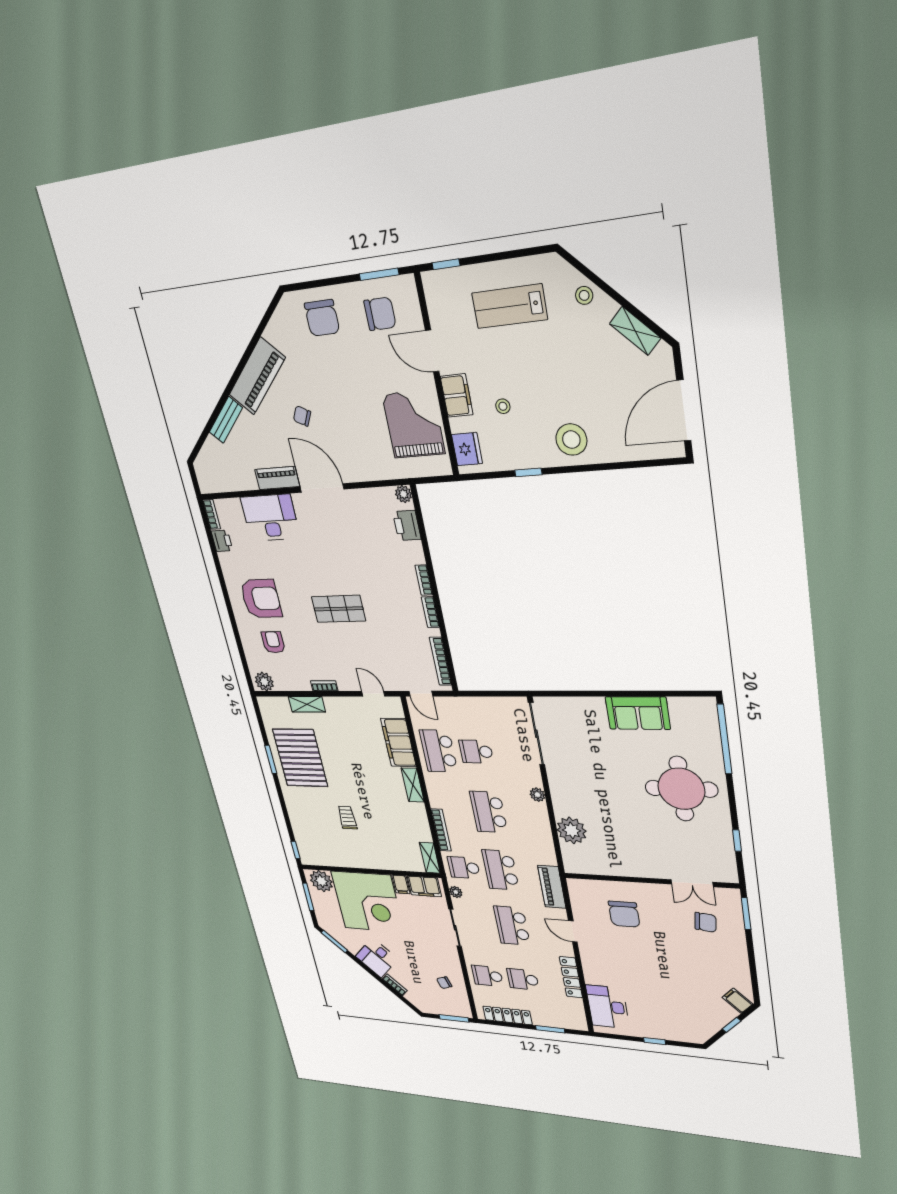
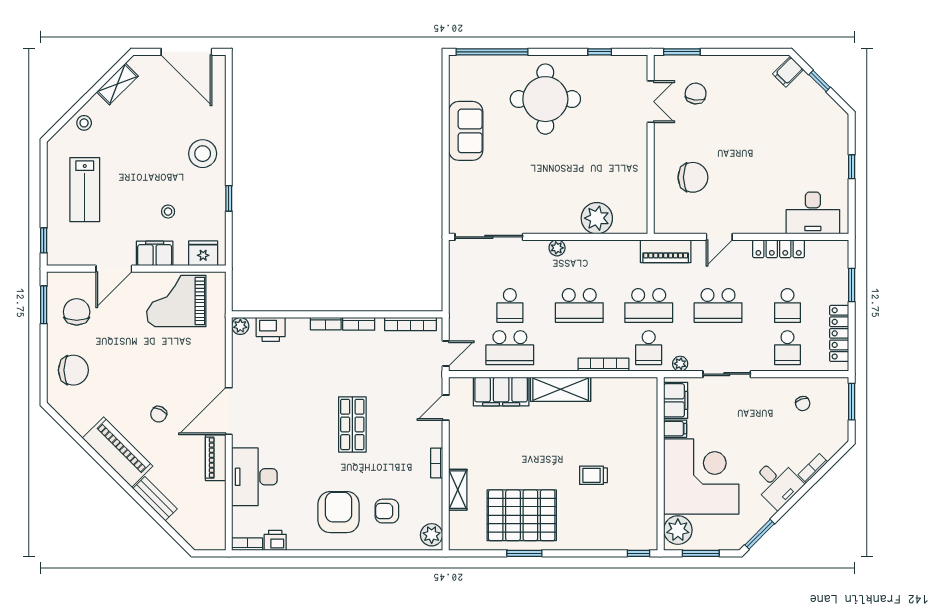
shelving: (413, 785) -> (561, 389), width x1.50, depth x1.33
shelving: (430, 858) -> (639, 386), removed

